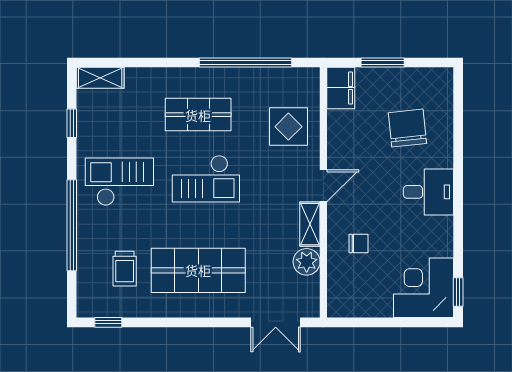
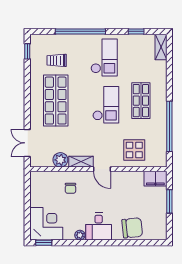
chair: (407, 128) -> (132, 228), moved
checkout: (206, 179) -> (106, 105), turned 180
plant: (444, 226) -> (80, 235), added

